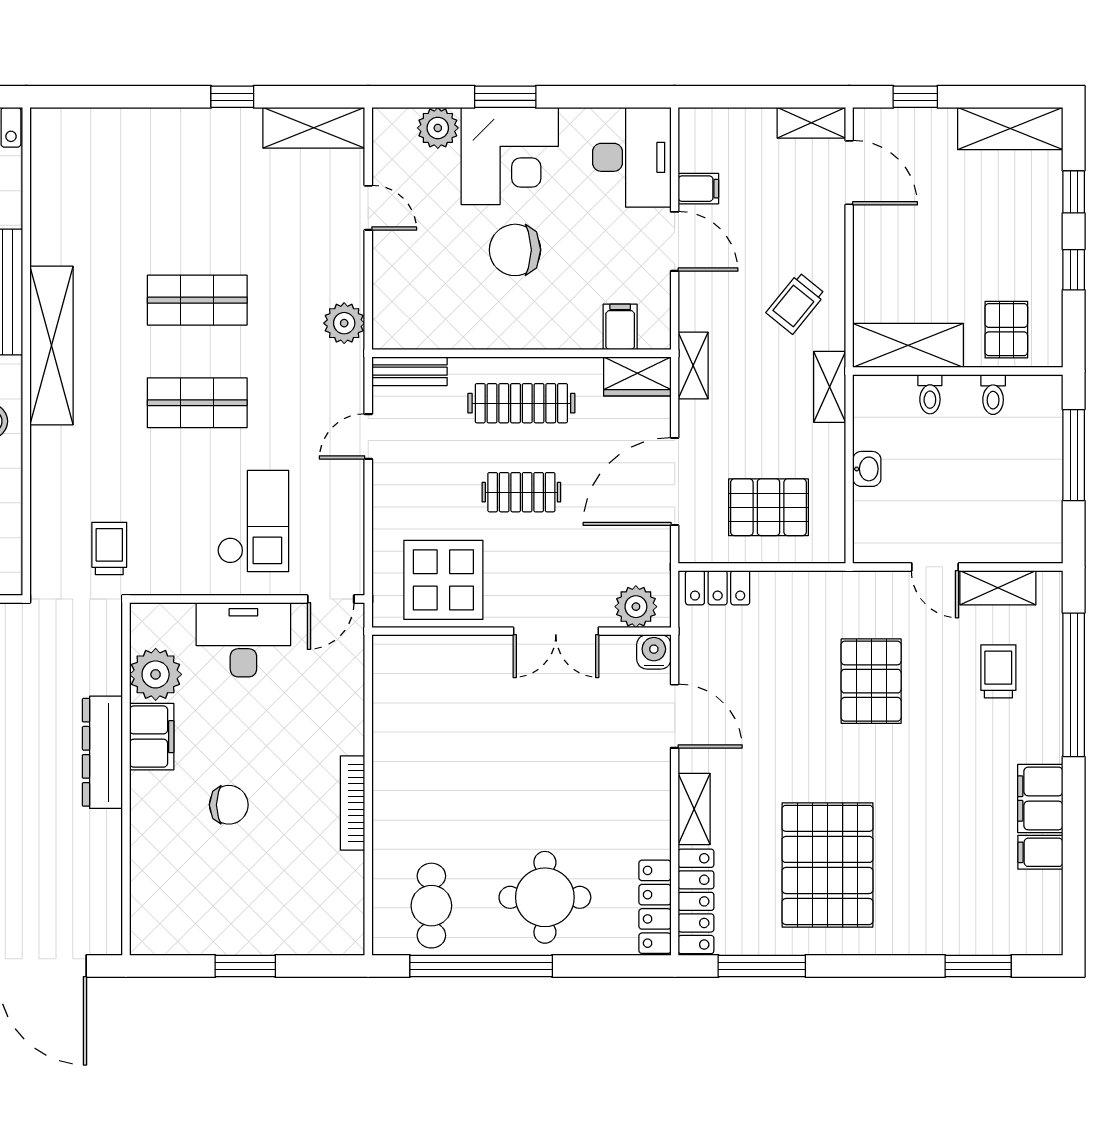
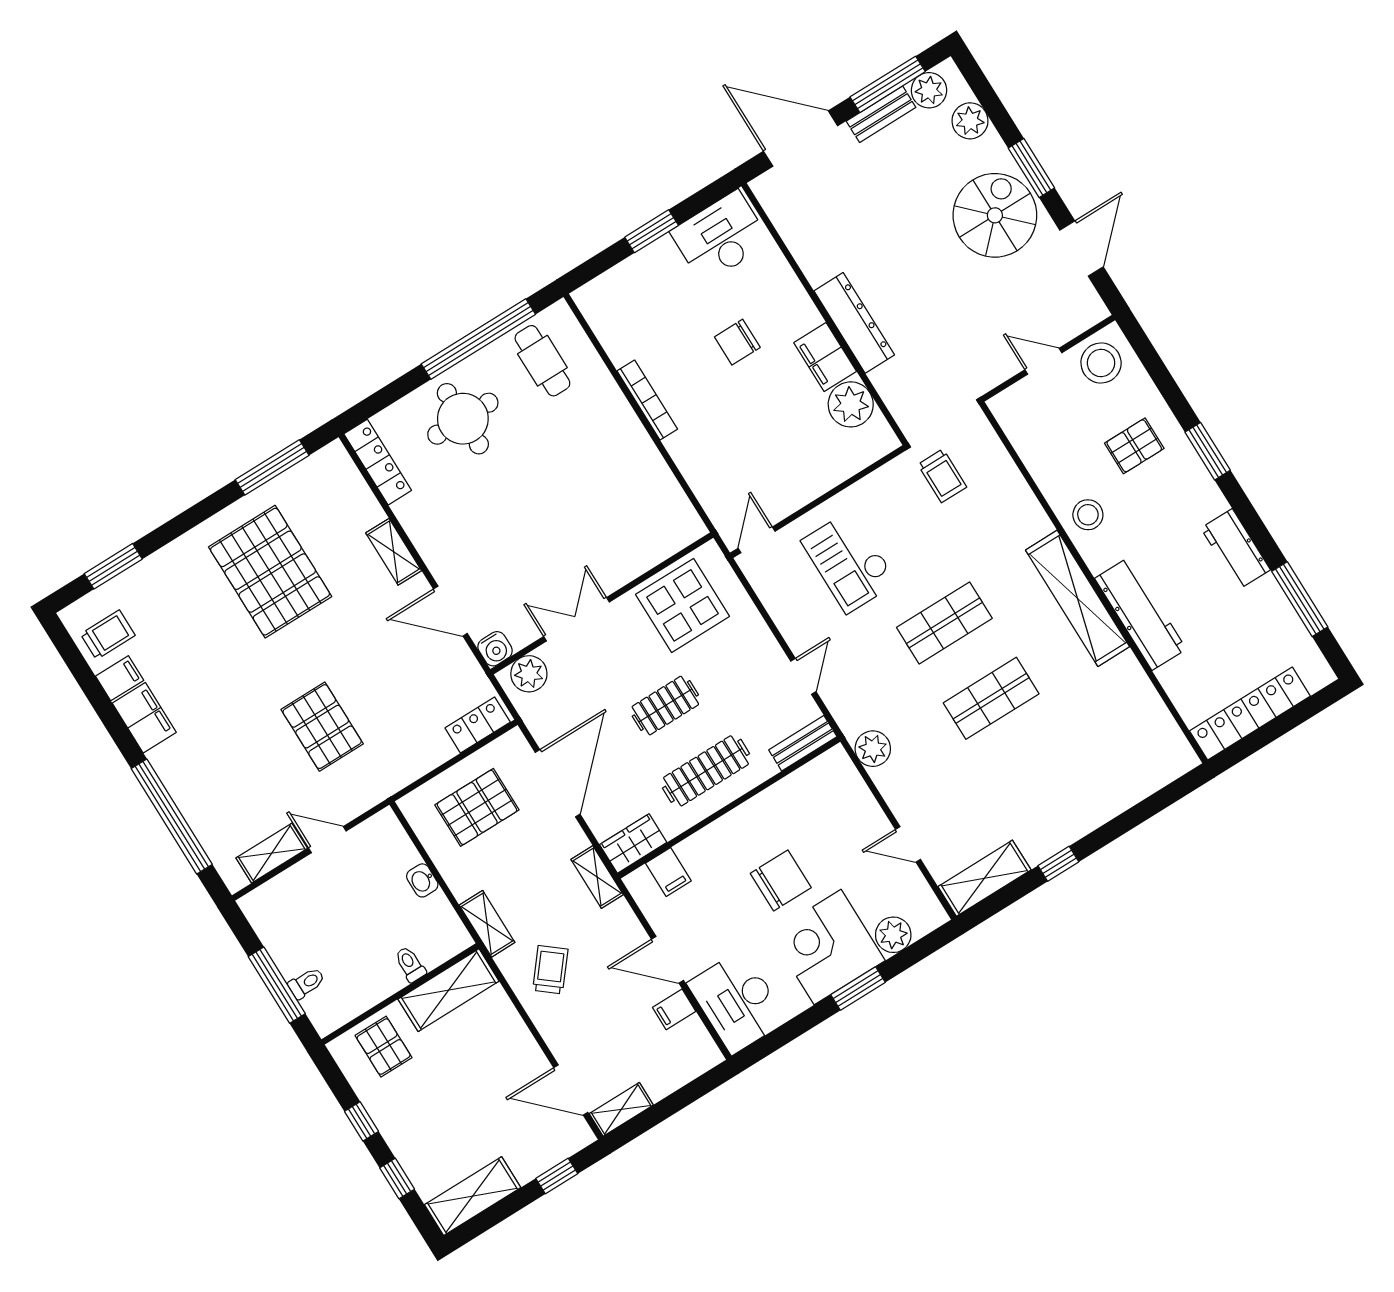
toilet: (993, 395) -> (307, 983), moved, turned 90
desk: (243, 640) -> (720, 237), moved, turned 180
trolley: (998, 671) -> (108, 635), moved, turned -90
locker: (696, 901) -> (350, 485), removed

